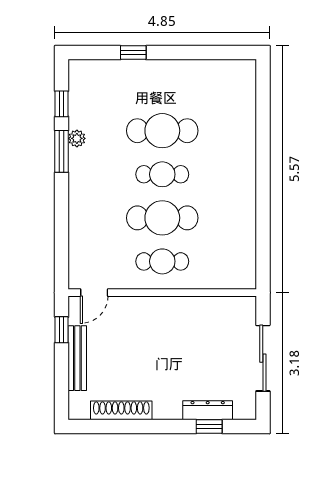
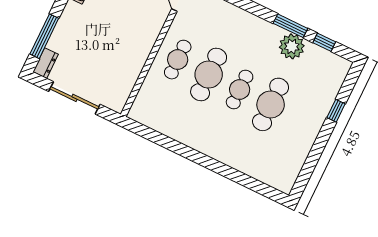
plant: (77, 138) -> (292, 46), width x1.88, depth x1.88
dresser: (208, 410) -> (46, 63), moved, width x0.70
window: (209, 426) -> (44, 36), width x2.17

